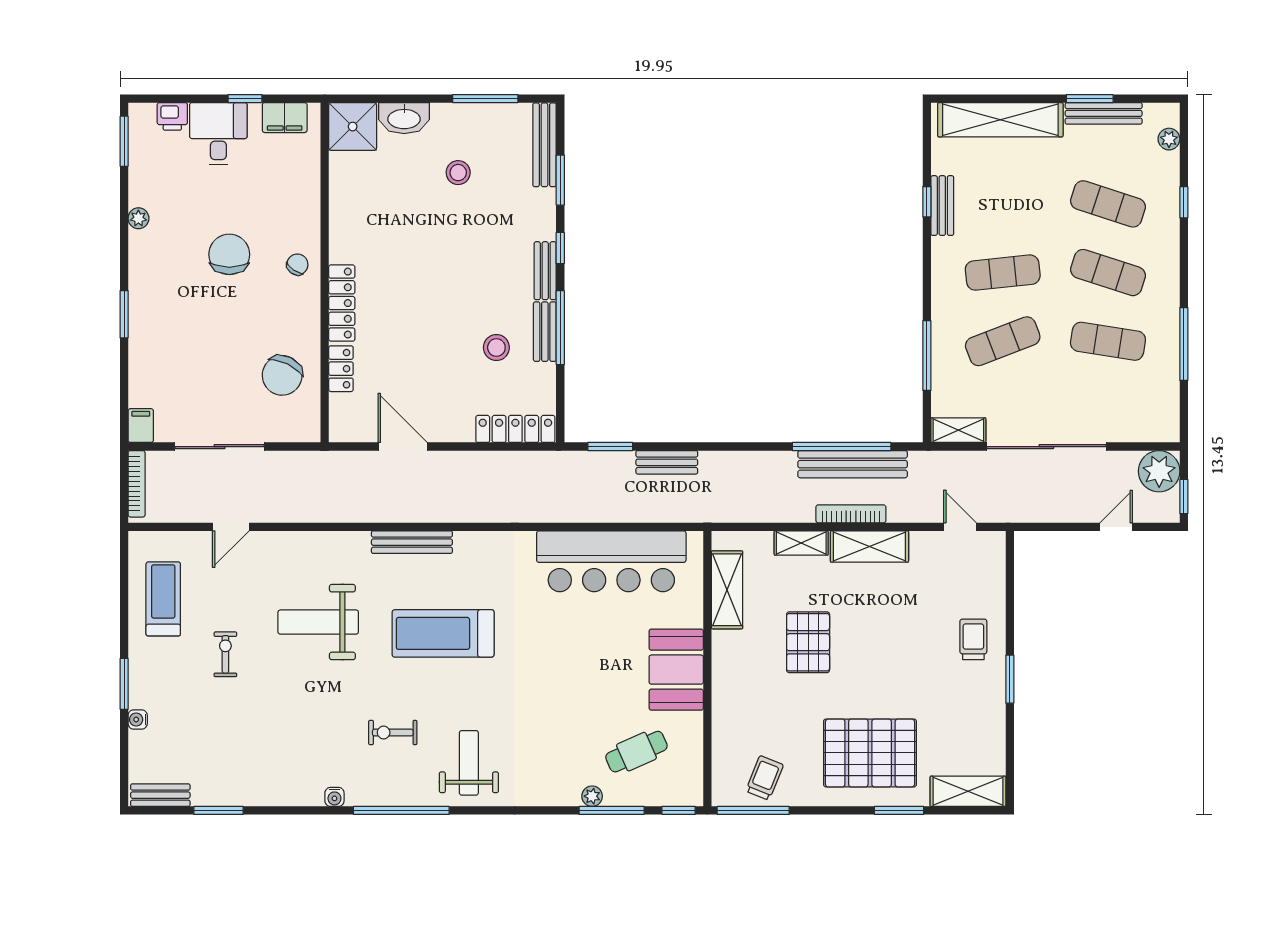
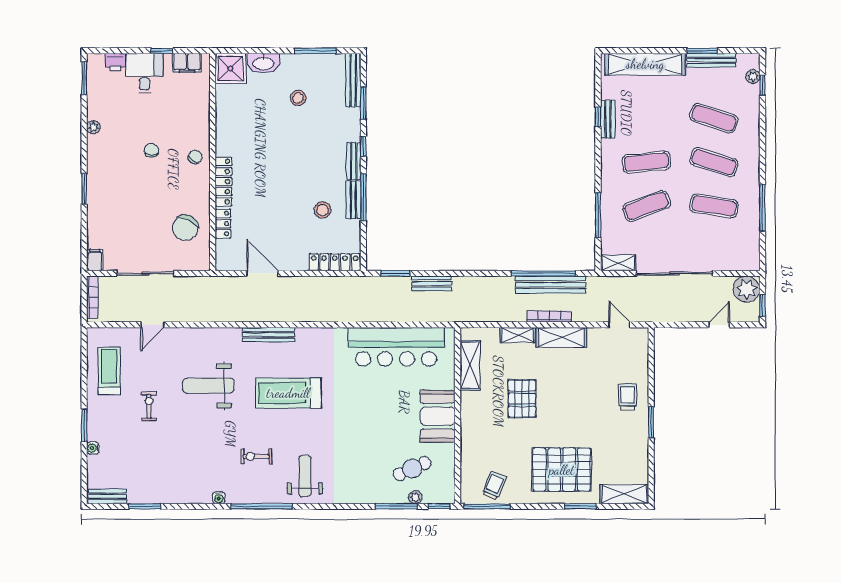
window: (1184, 202) -> (762, 85), moved
chair: (229, 254) -> (152, 150), width x0.54, depth x0.54
plant: (592, 796) -> (415, 497), moved

